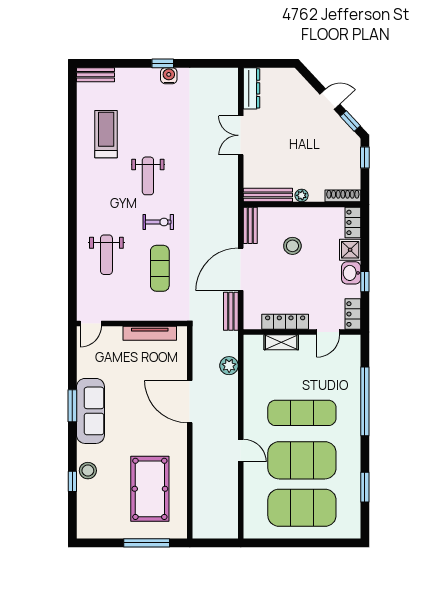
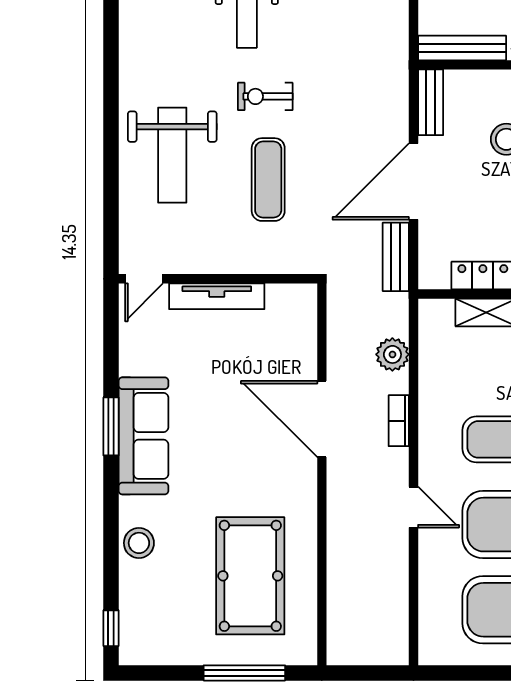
exercise bike: (158, 222) -> (265, 96), turned 180
weight bench: (106, 255) -> (172, 155), width x1.36, depth x1.33
tv unit: (150, 333) -> (217, 296), moved
bookcase: (232, 402) -> (399, 421), added
window: (72, 481) -> (111, 628), moved

